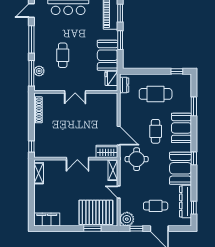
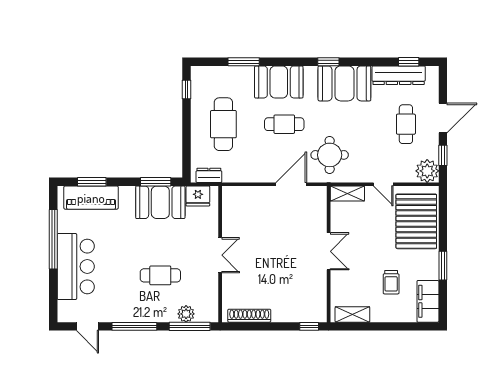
window: (120, 40) -> (156, 182), moved
wardrobe: (107, 151) -> (317, 203), removed
door: (119, 192) -> (383, 184), hinge flipped
trolley: (59, 197) -> (391, 282), added
window: (92, 229) -> (443, 266), moved

